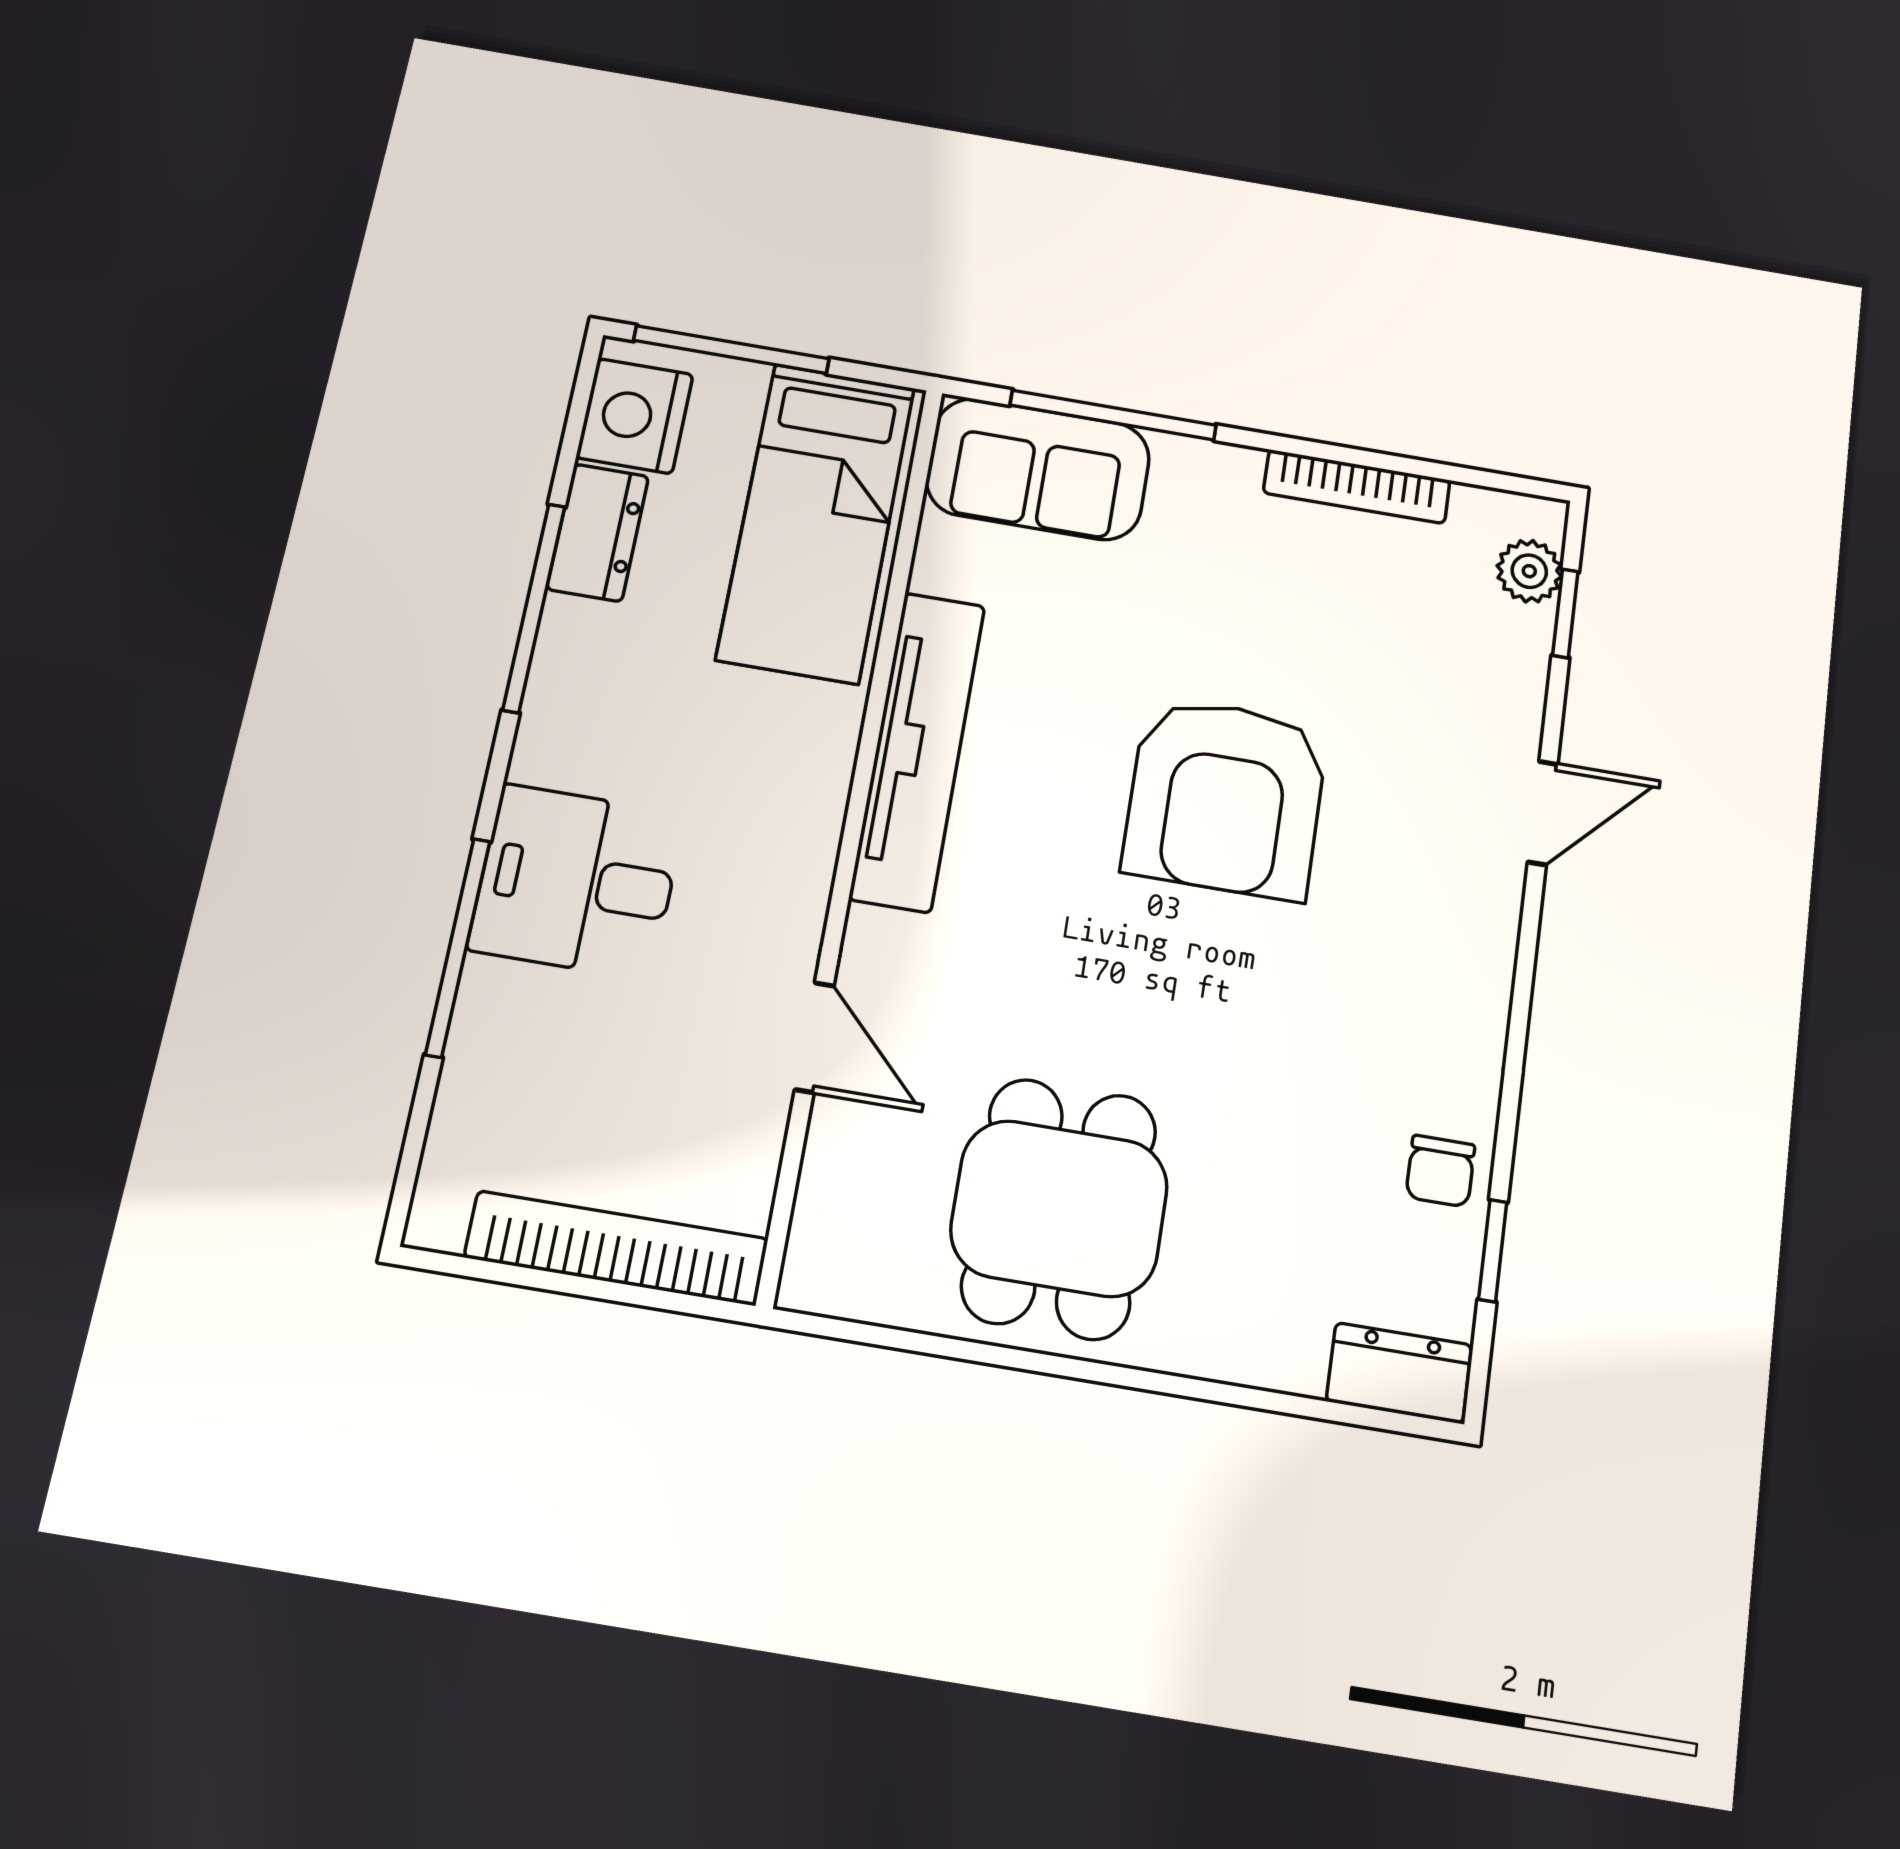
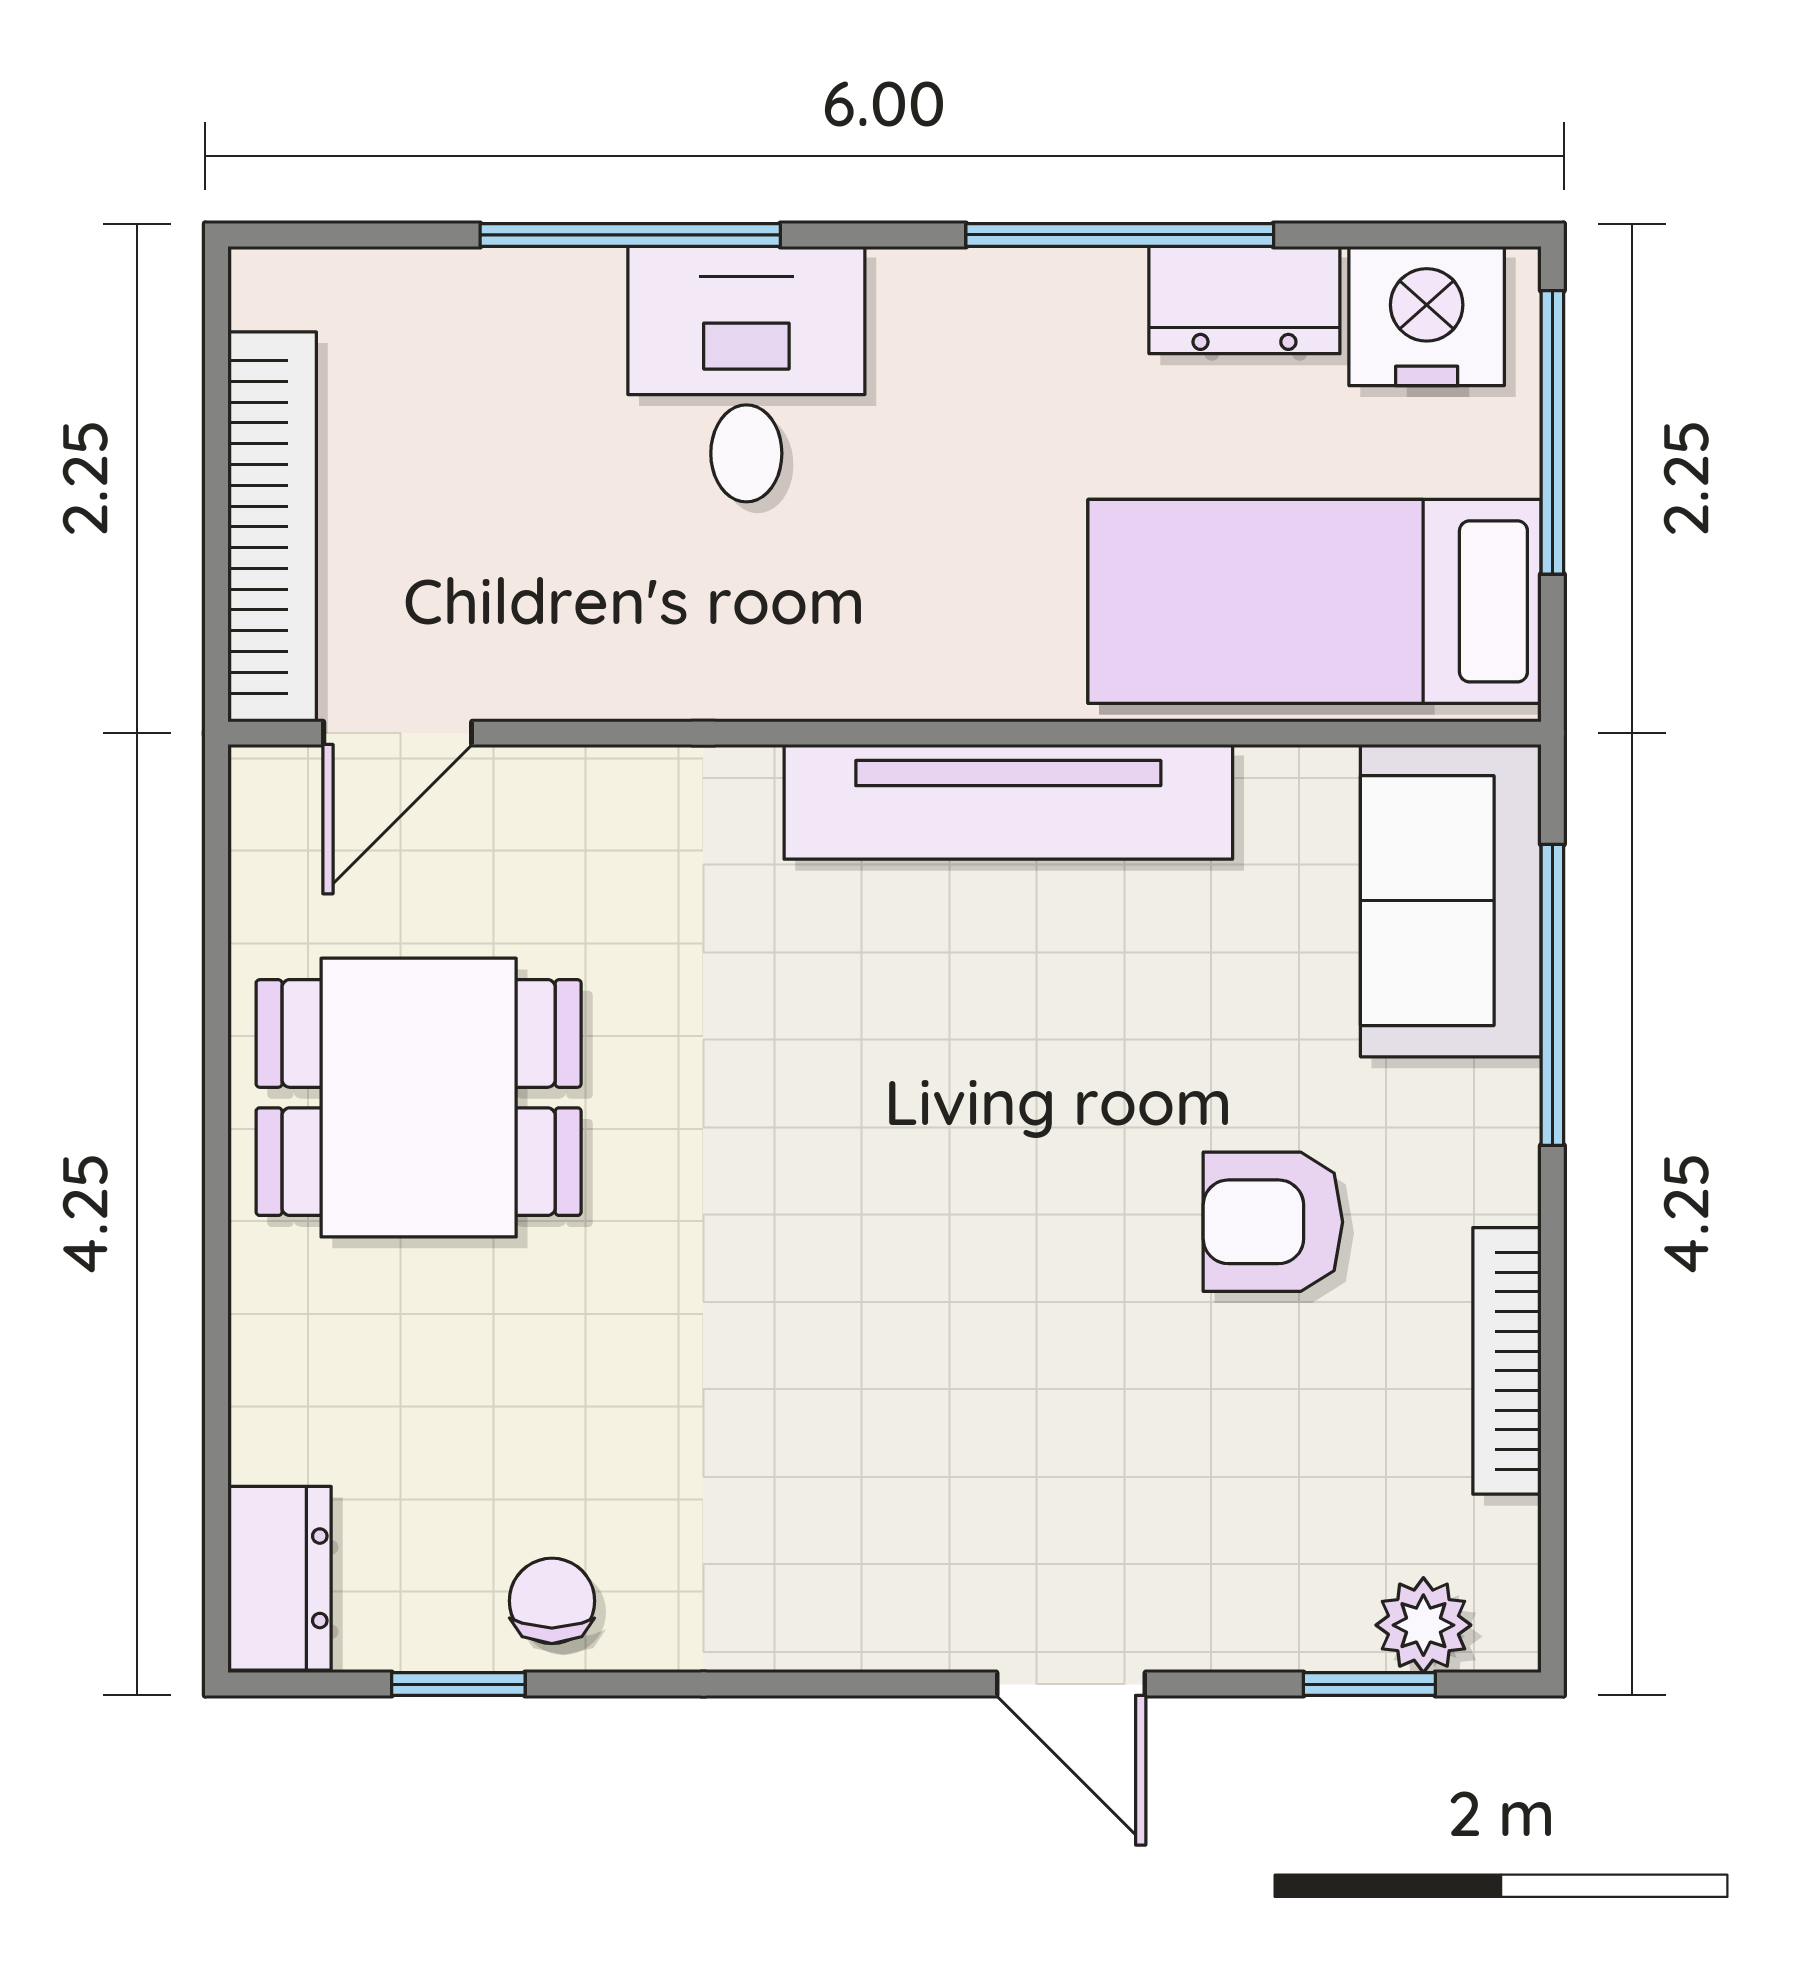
armchair: (1226, 798) -> (1273, 1222), moved, width x0.53, depth x0.53
door: (814, 1037) -> (398, 733), moved
chair: (1440, 1171) -> (552, 1601), turned 90

